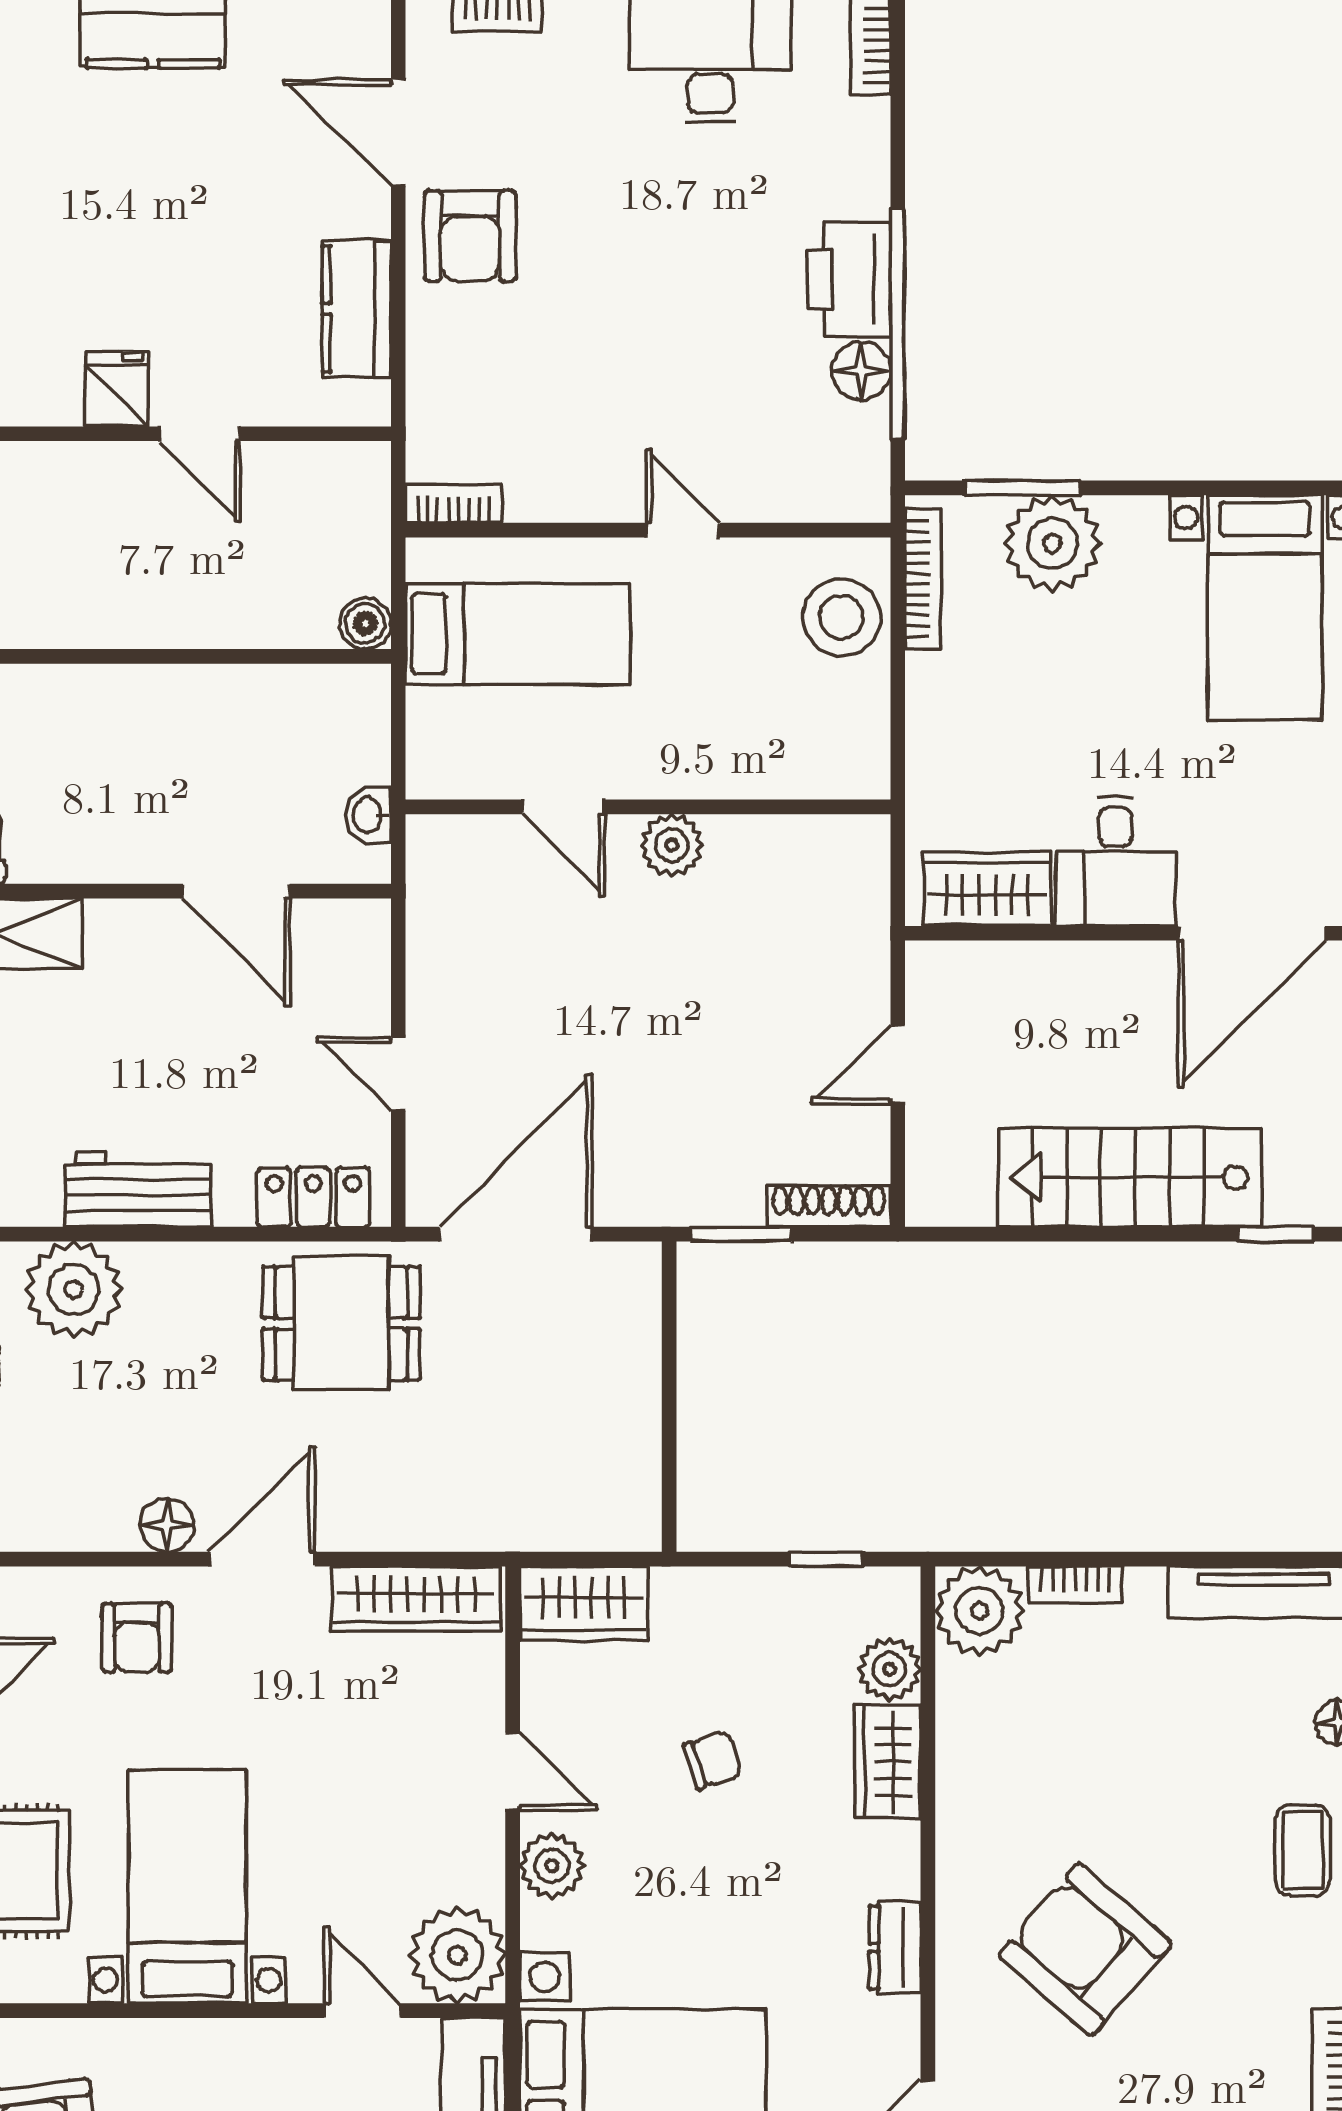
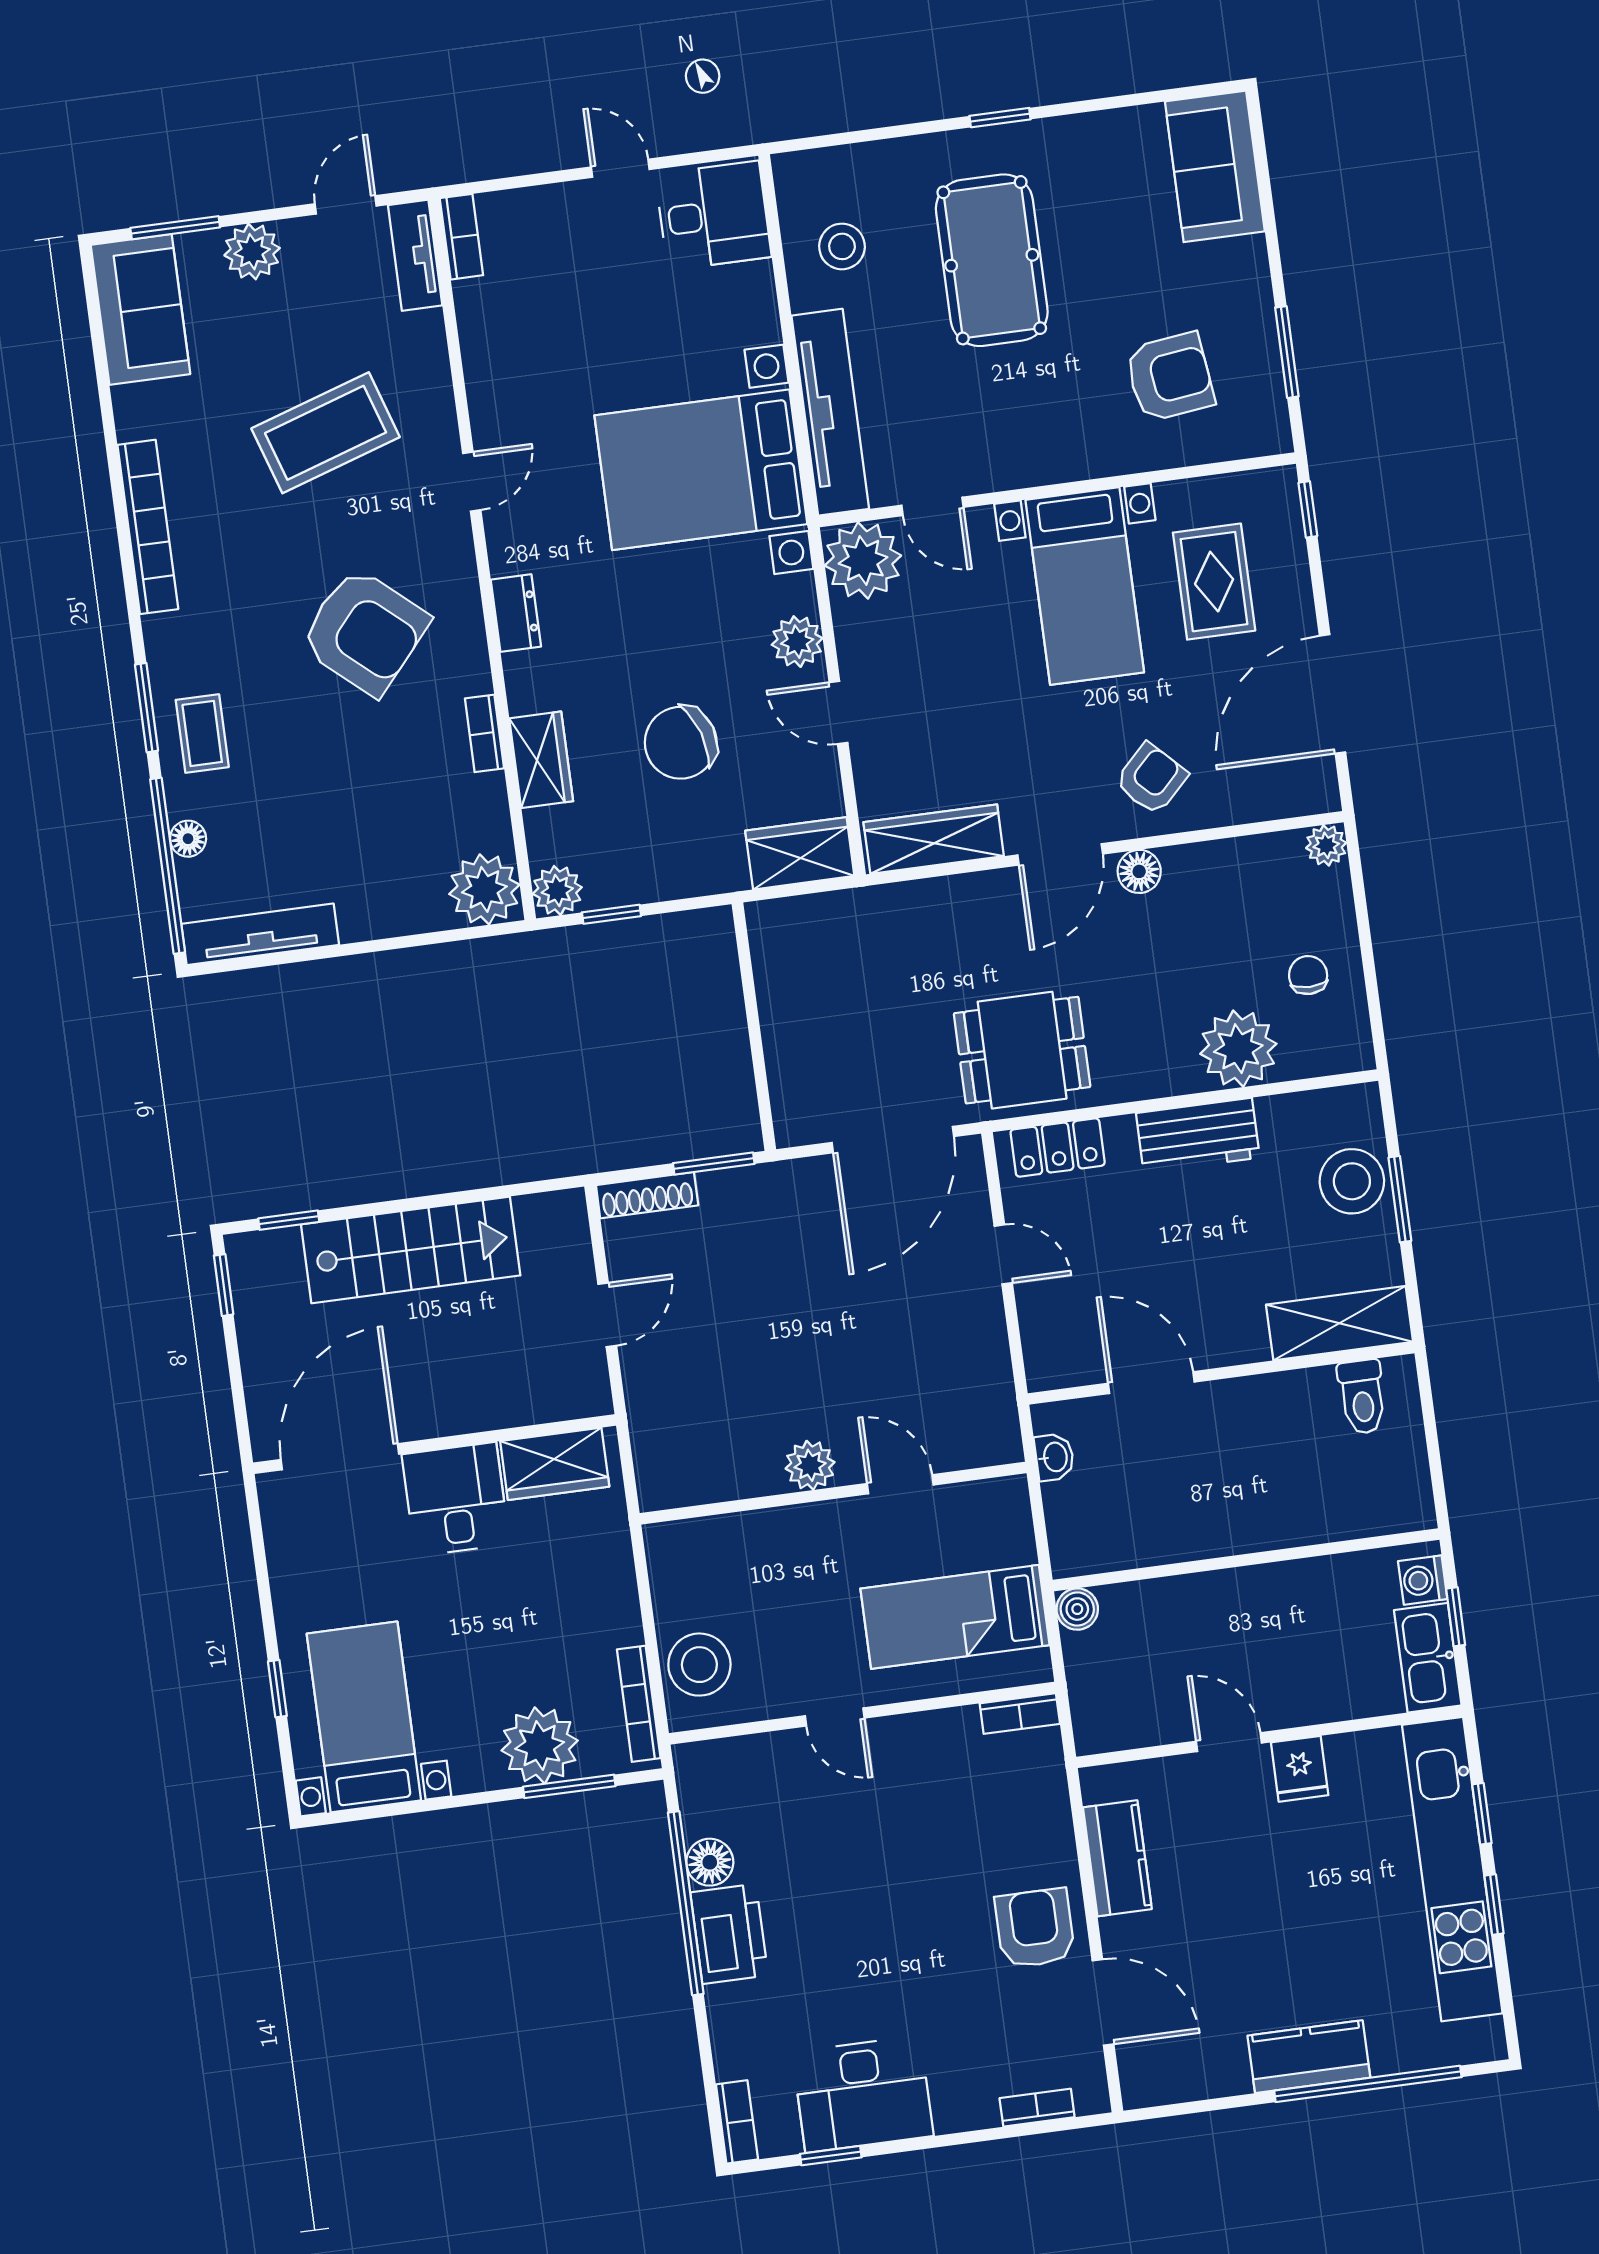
bookcase: (1075, 1585) -> (484, 733), moved, turned -90
armchair: (137, 1638) -> (1151, 779), turned 45
plant: (890, 1669) -> (557, 890), moved
chair: (713, 1760) -> (681, 743), width x1.87, depth x1.87

